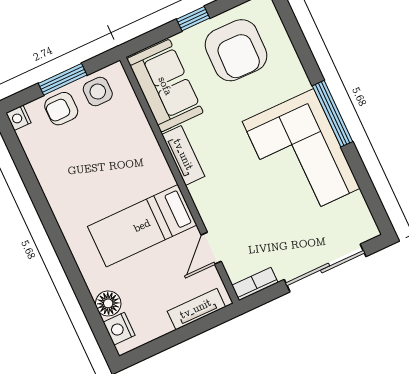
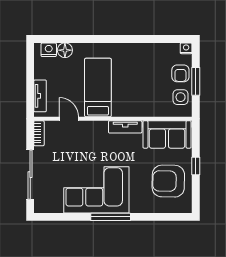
armchair: (61, 109) -> (180, 73), turned 180

